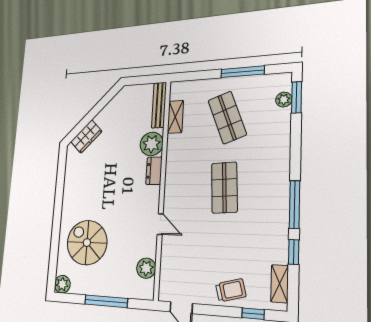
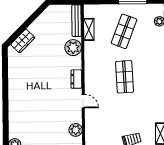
shop shelf: (227, 117) -> (124, 31), turned 42
dresser: (154, 171) -> (76, 79), moved
spiral stairs: (87, 243) -> (31, 115), removed

